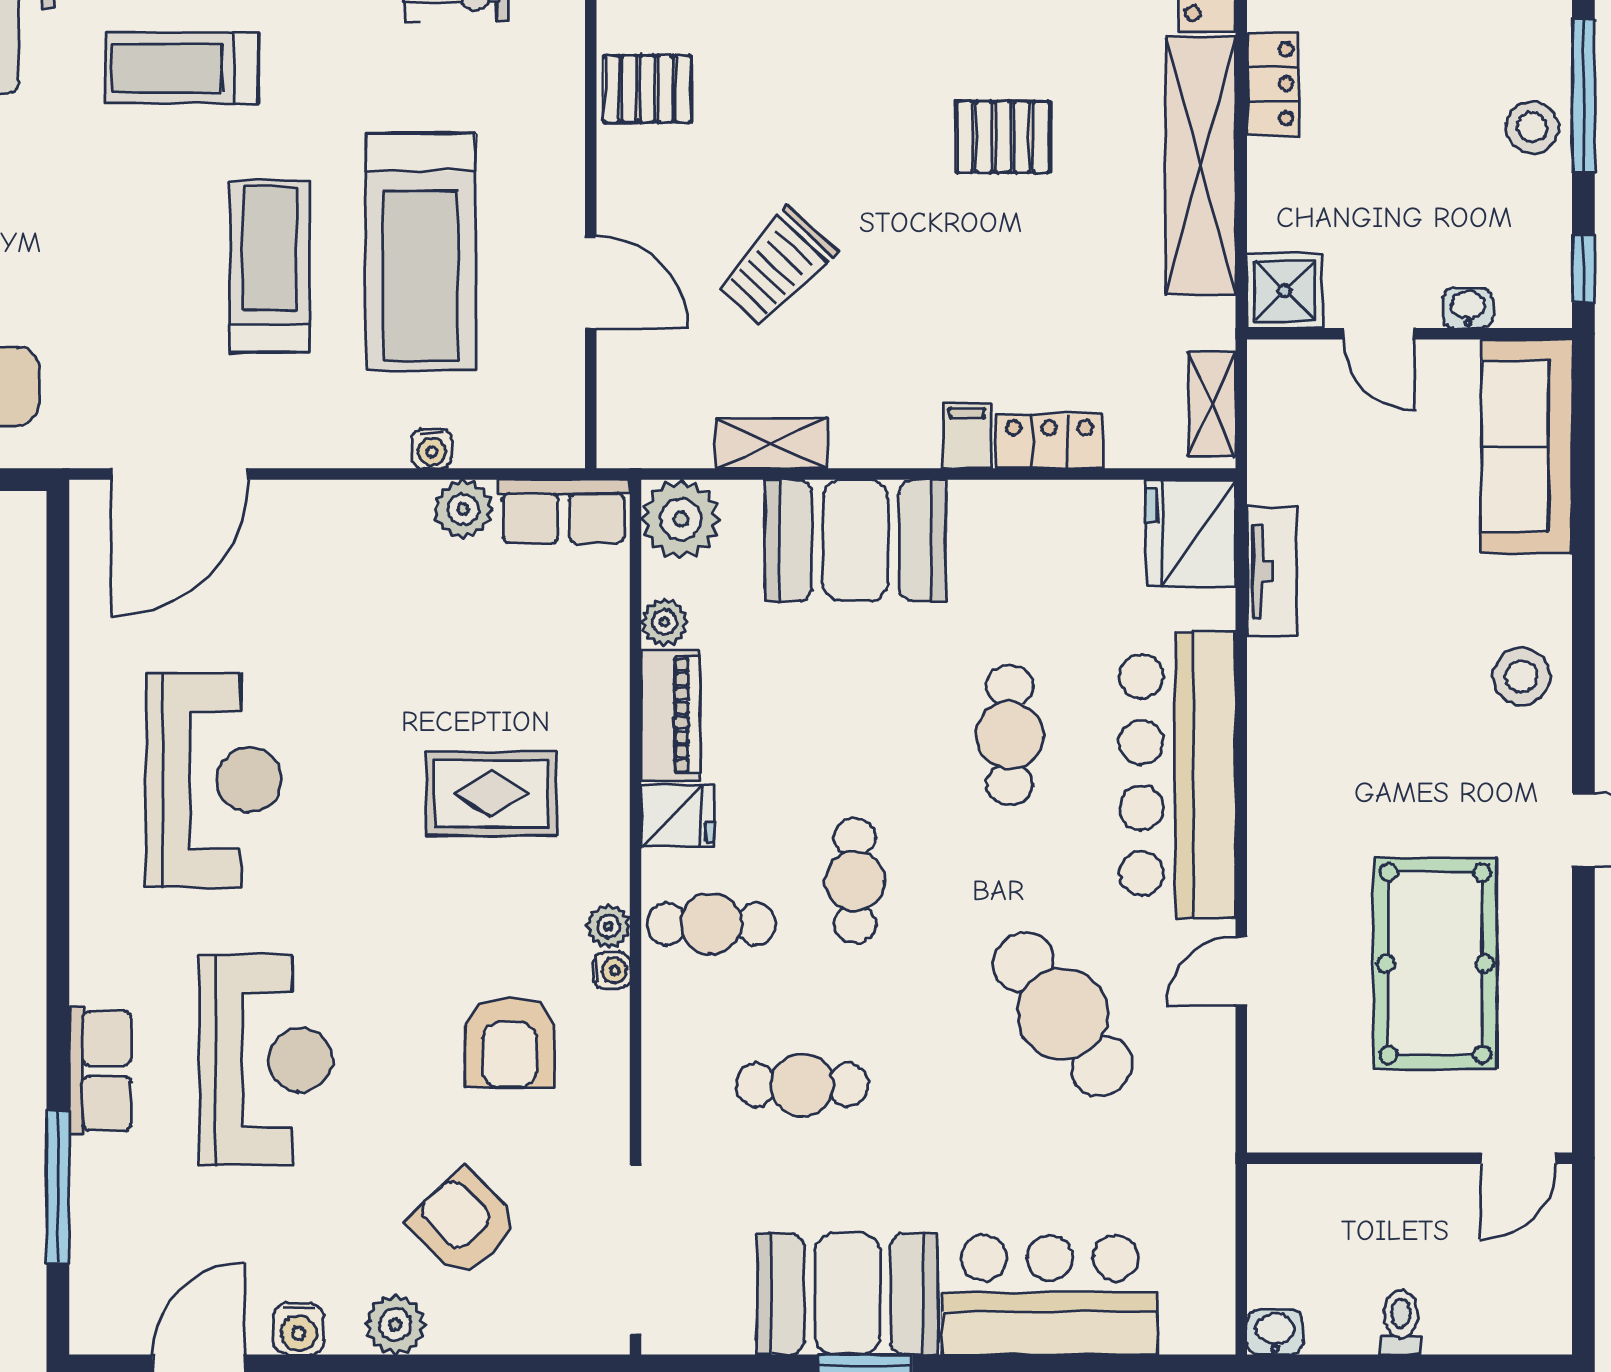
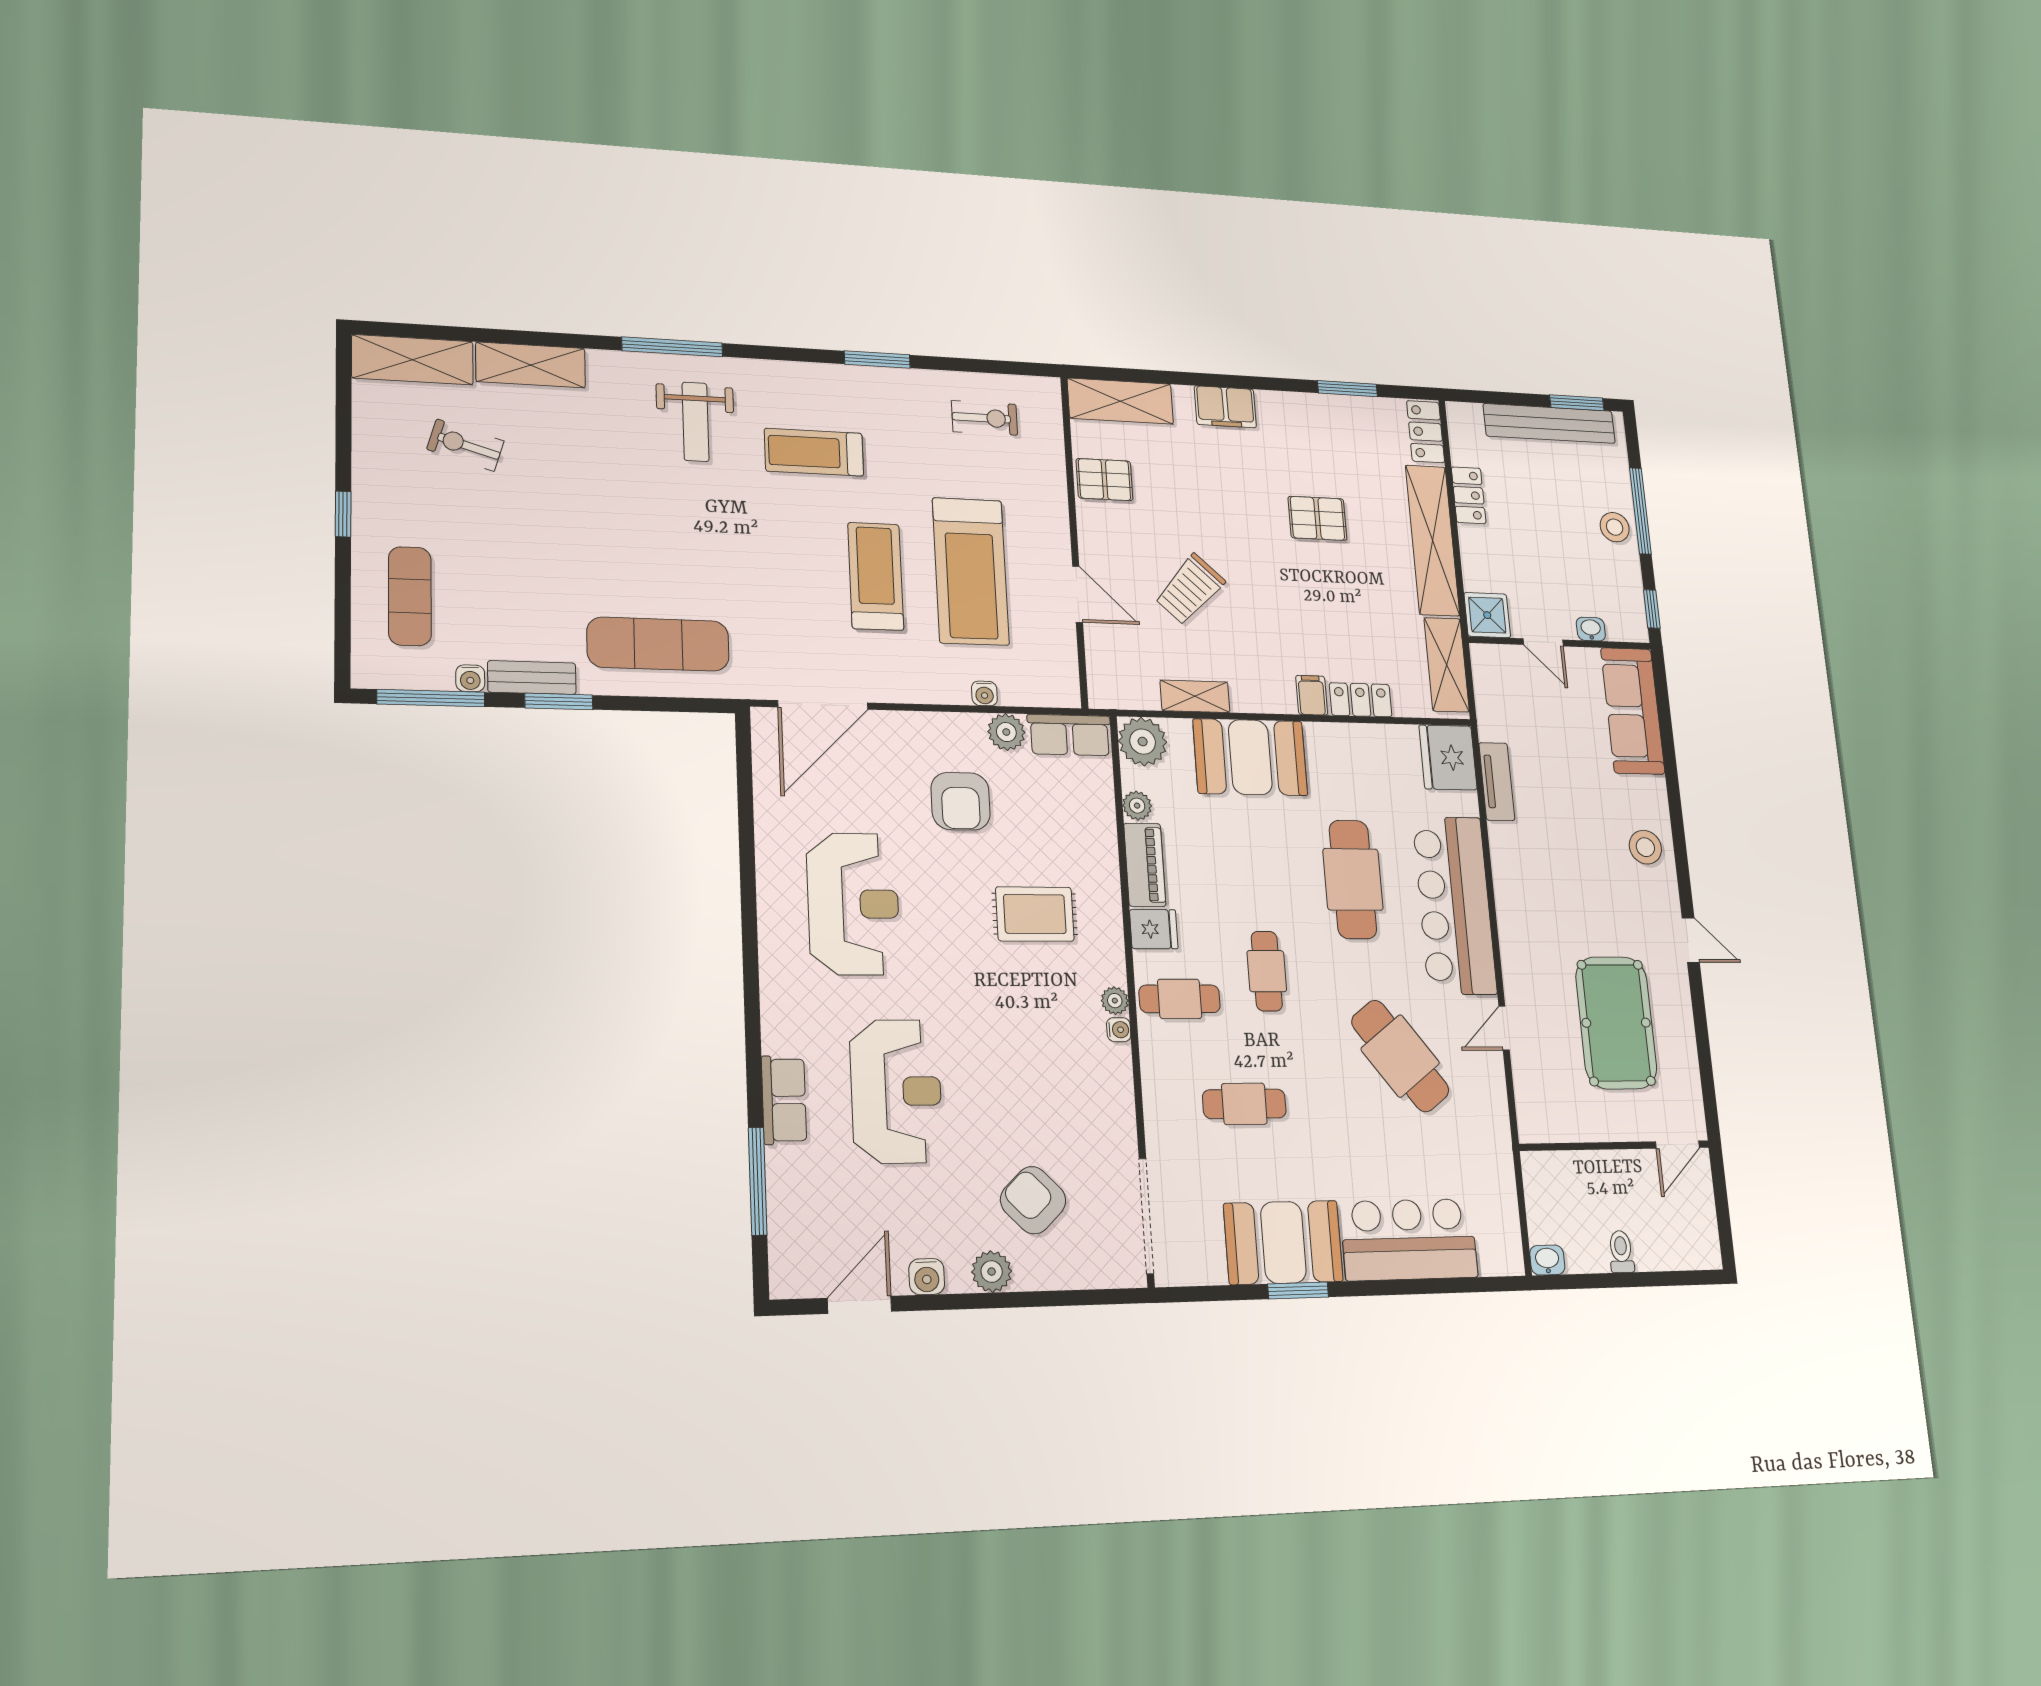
shelving: (1212, 404) -> (1447, 665), width x1.50, depth x1.33
cafe table: (1010, 735) -> (1353, 879), width x1.37, depth x1.35
armchair: (510, 1042) -> (961, 801), moved

